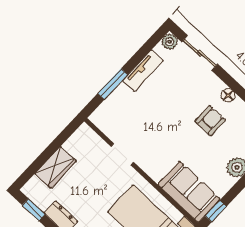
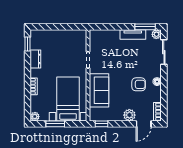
window: (113, 84) -> (145, 27), moved
wardrobe: (56, 167) -> (55, 36), removed
sofa: (189, 192) -> (99, 90), moved

